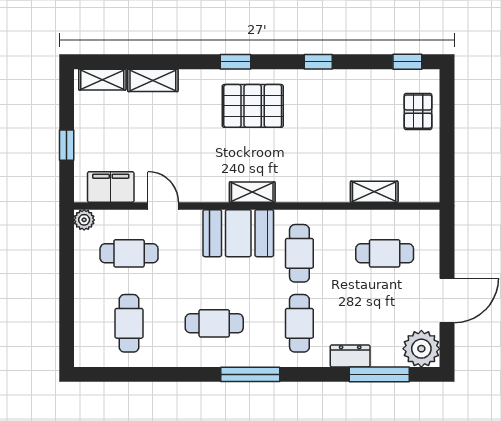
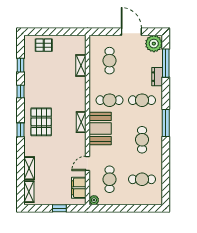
window: (407, 62) -> (21, 65), moved

